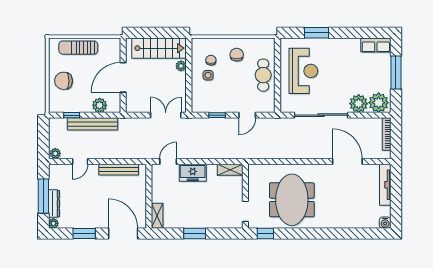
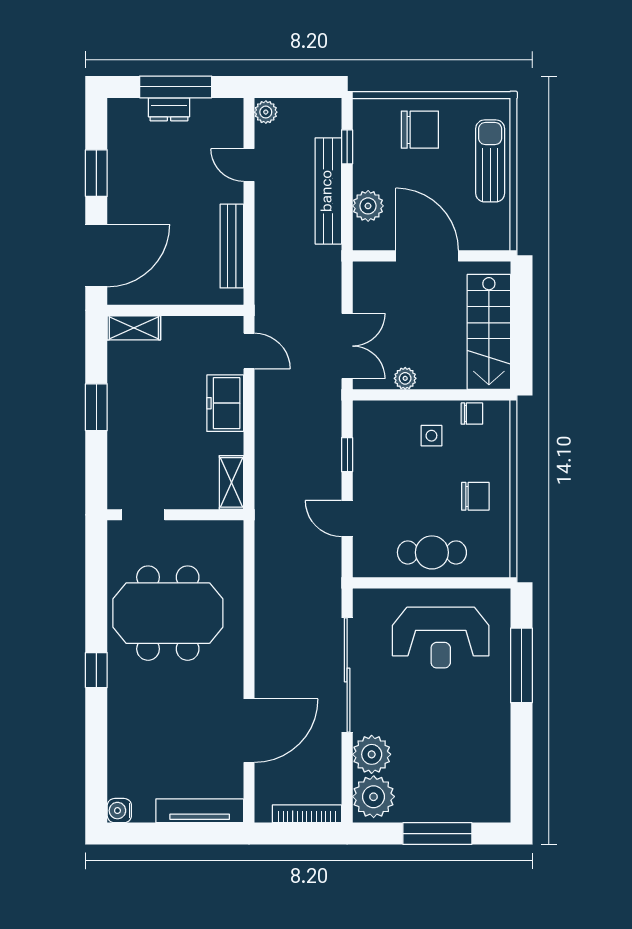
window: (317, 33) -> (521, 665), width x1.44
row of seats: (376, 45) -> (495, 791), removed
chair: (211, 60) -> (472, 414), moved
plant: (181, 66) -> (405, 378), moved
chair: (64, 81) -> (420, 130), turned 90
dresser: (54, 203) -> (169, 109), width x0.70
plant: (53, 223) -> (118, 108), removed
window: (265, 234) -> (96, 670), moved

